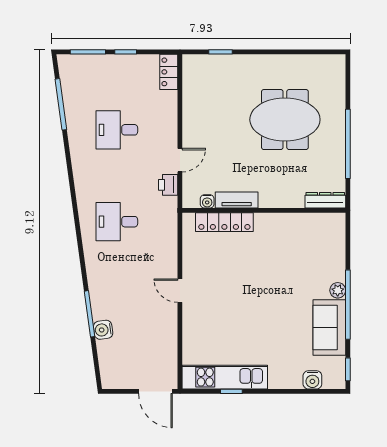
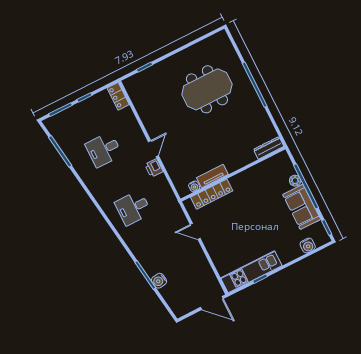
tv unit: (237, 200) -> (212, 176), moved
dresser: (325, 200) -> (269, 148), moved
water cooler: (207, 201) -> (194, 186), moved
wall: (264, 210) -> (233, 174), moved
locker: (224, 222) -> (212, 194), moved

